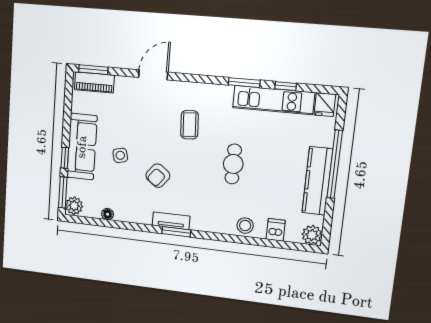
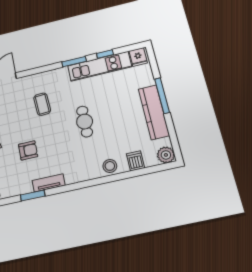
window: (335, 164) -> (162, 96), width x0.68
armchair: (158, 176) -> (28, 150), turned -128
window: (176, 232) -> (33, 195), moved

